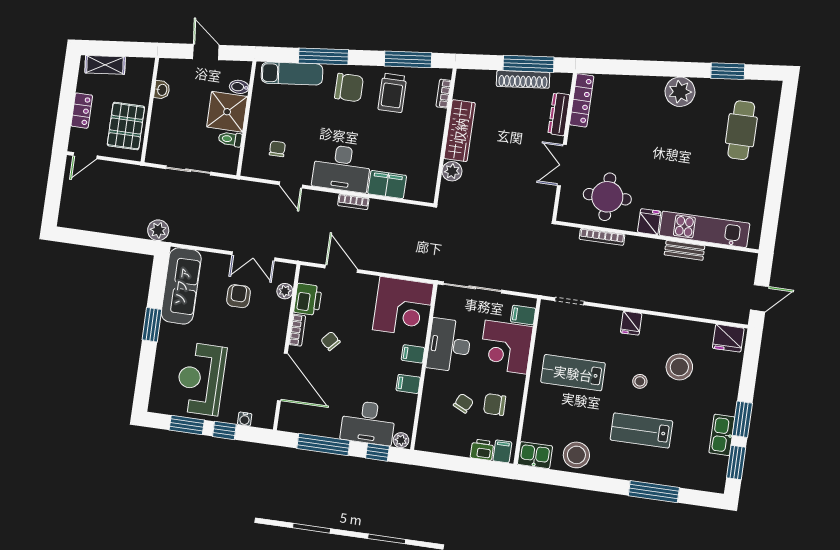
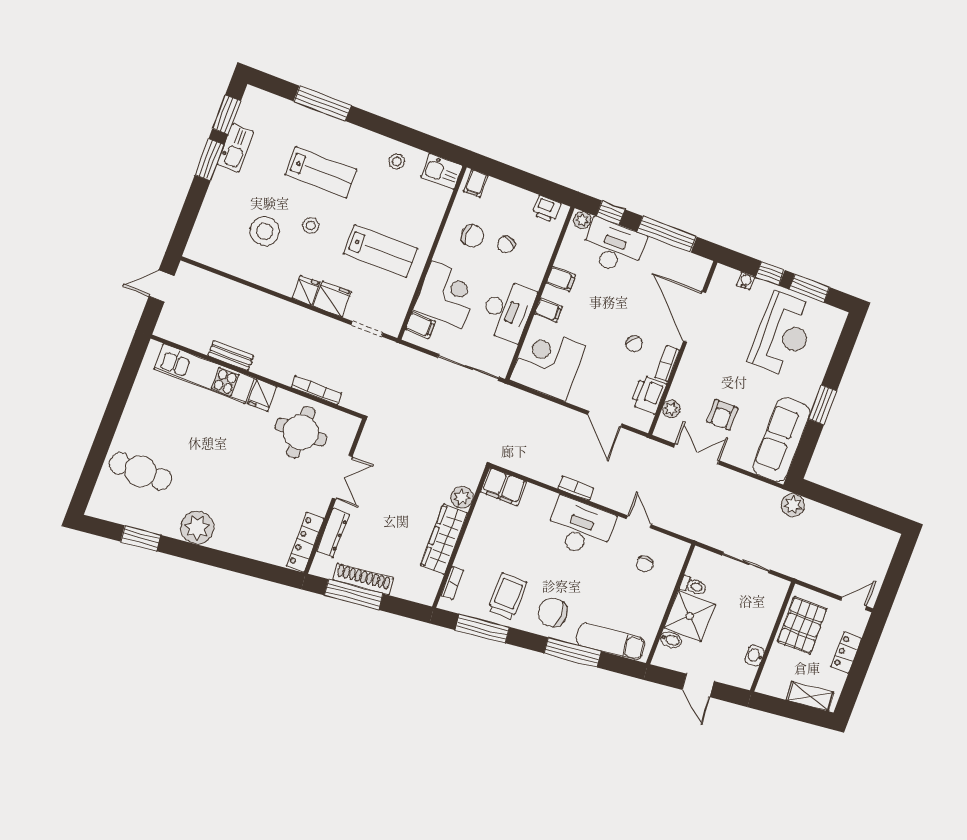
cafe table: (741, 130) -> (140, 471), turned 90
filing cabinet: (387, 185) -> (503, 487), moved
fridge: (728, 338) -> (332, 299), moved
printer: (482, 450) -> (547, 209), moved
stool: (576, 455) -> (397, 162), width x0.53, depth x0.53

